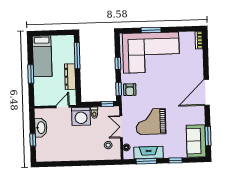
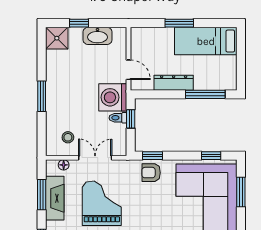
window: (151, 30) -> (241, 192), moved
window: (118, 63) -> (211, 156), moved
window: (107, 104) -> (131, 119), moved
shower: (43, 154) -> (57, 38), added
window: (82, 163) -> (42, 96), added

